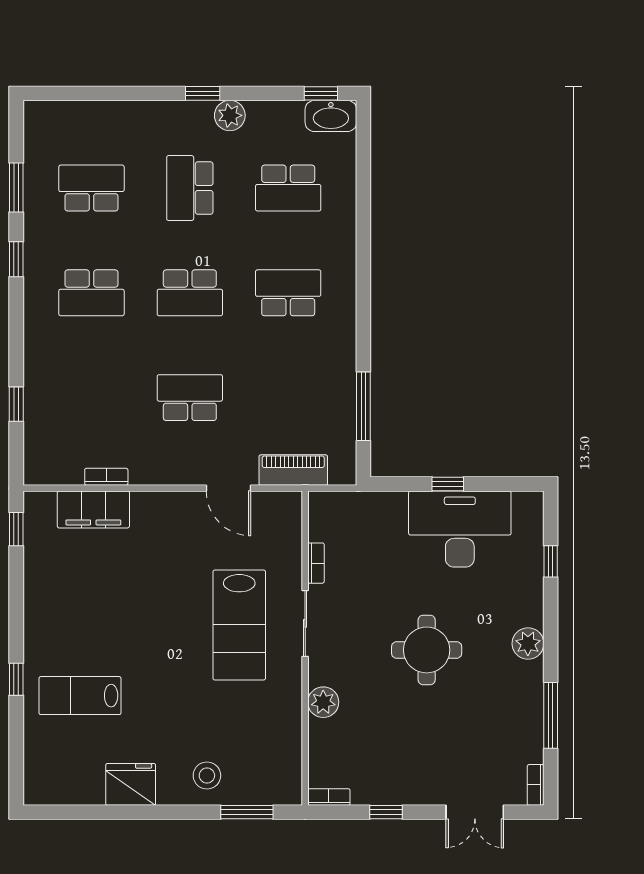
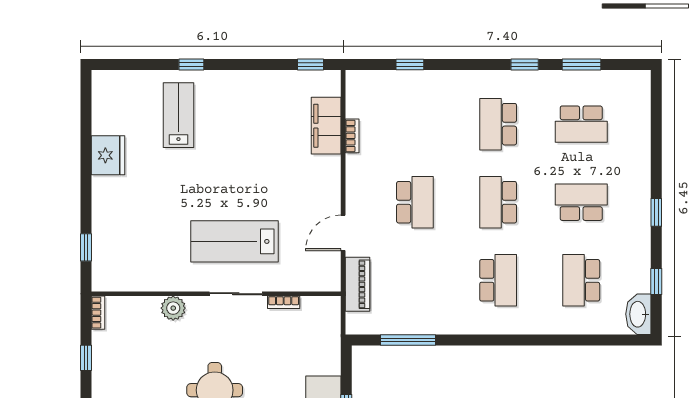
window: (321, 93) -> (656, 281), moved
plant: (230, 115) -> (639, 234), removed
school desk: (91, 188) -> (581, 124), turned 90
stool: (207, 775) -> (115, 216), removed
window: (247, 812) -> (86, 247), width x0.67

